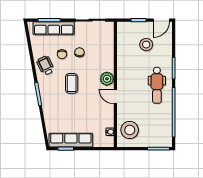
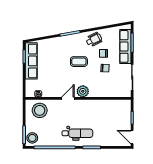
stool: (146, 45) -> (32, 138), moved
dental chair: (157, 85) -> (77, 133), turned 180

